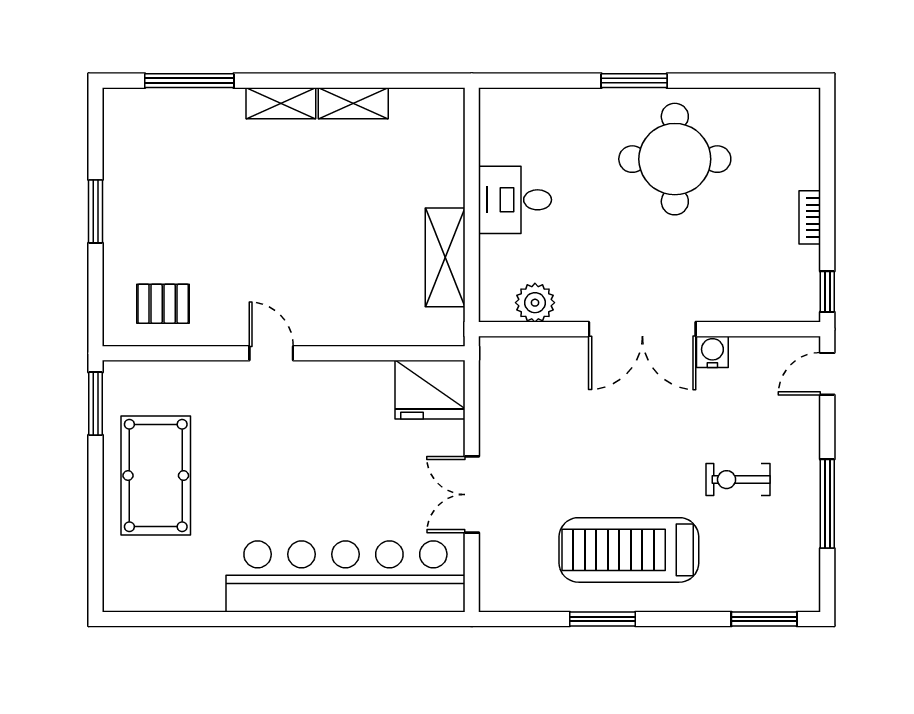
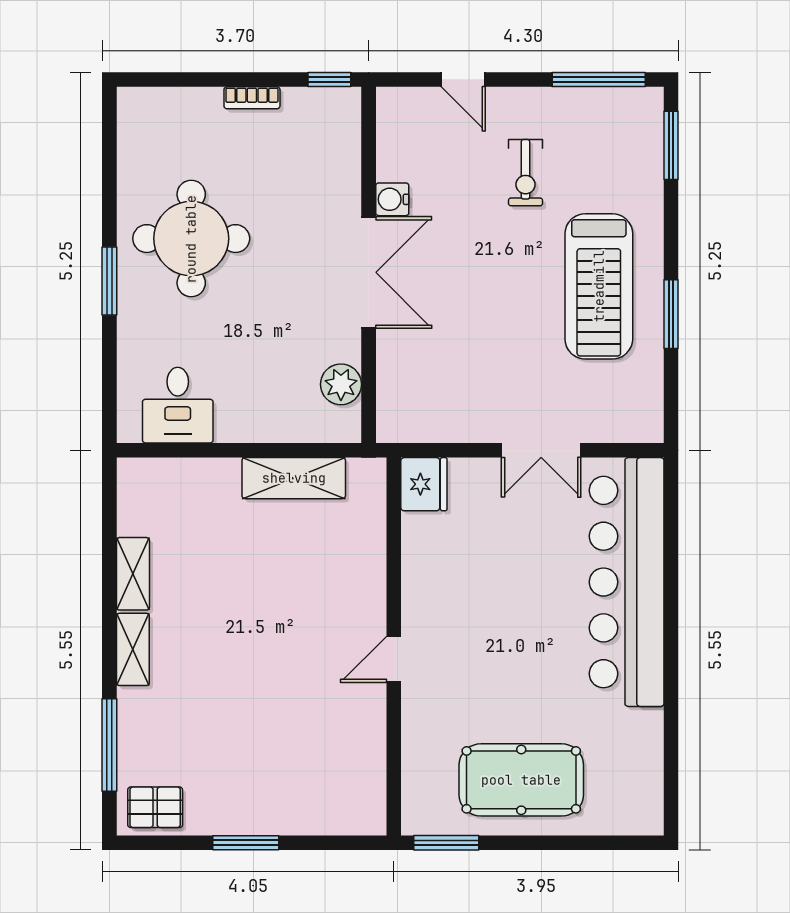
desk: (515, 200) -> (178, 405), moved
pallet: (163, 304) -> (155, 807), moved, turned 90
door: (827, 374) -> (463, 79), moved
fridge: (430, 390) -> (424, 484), width x0.73, depth x0.75
window: (827, 504) -> (599, 79), moved

